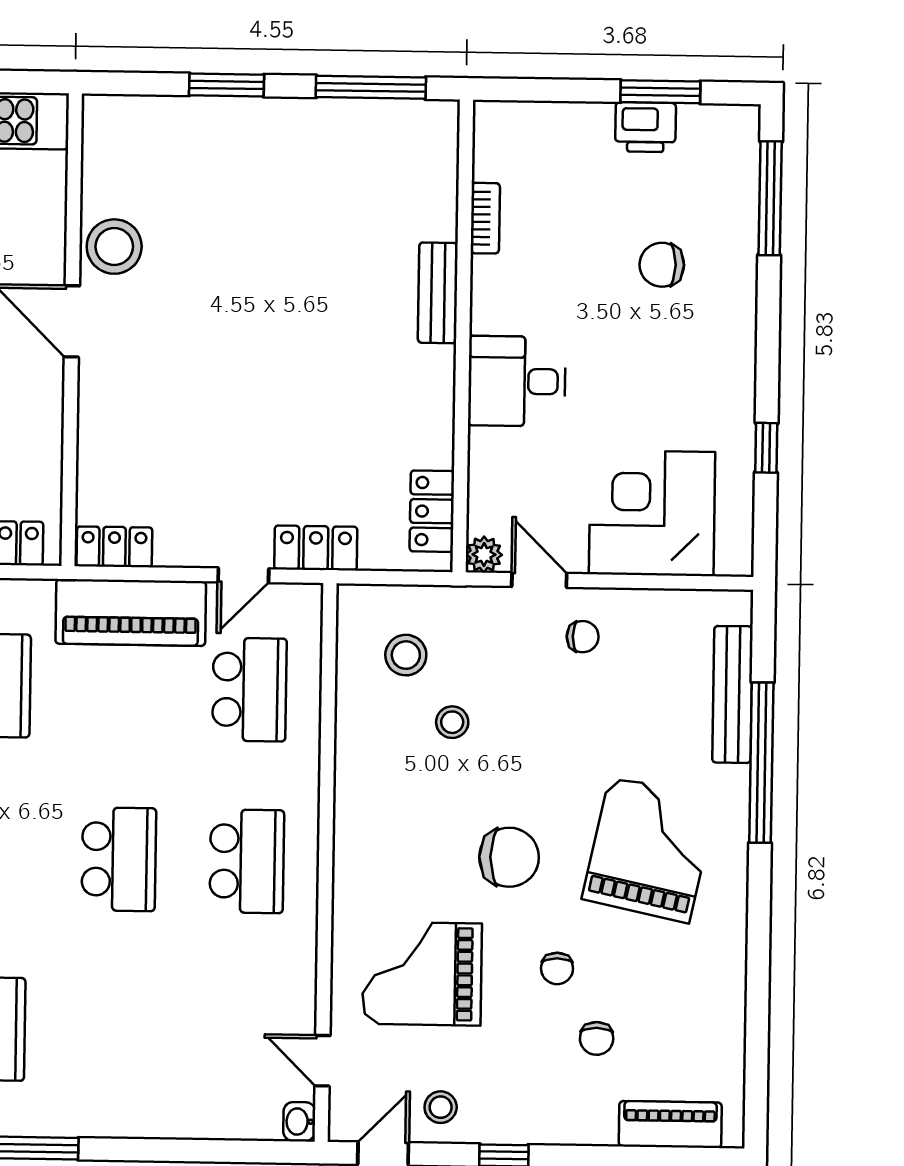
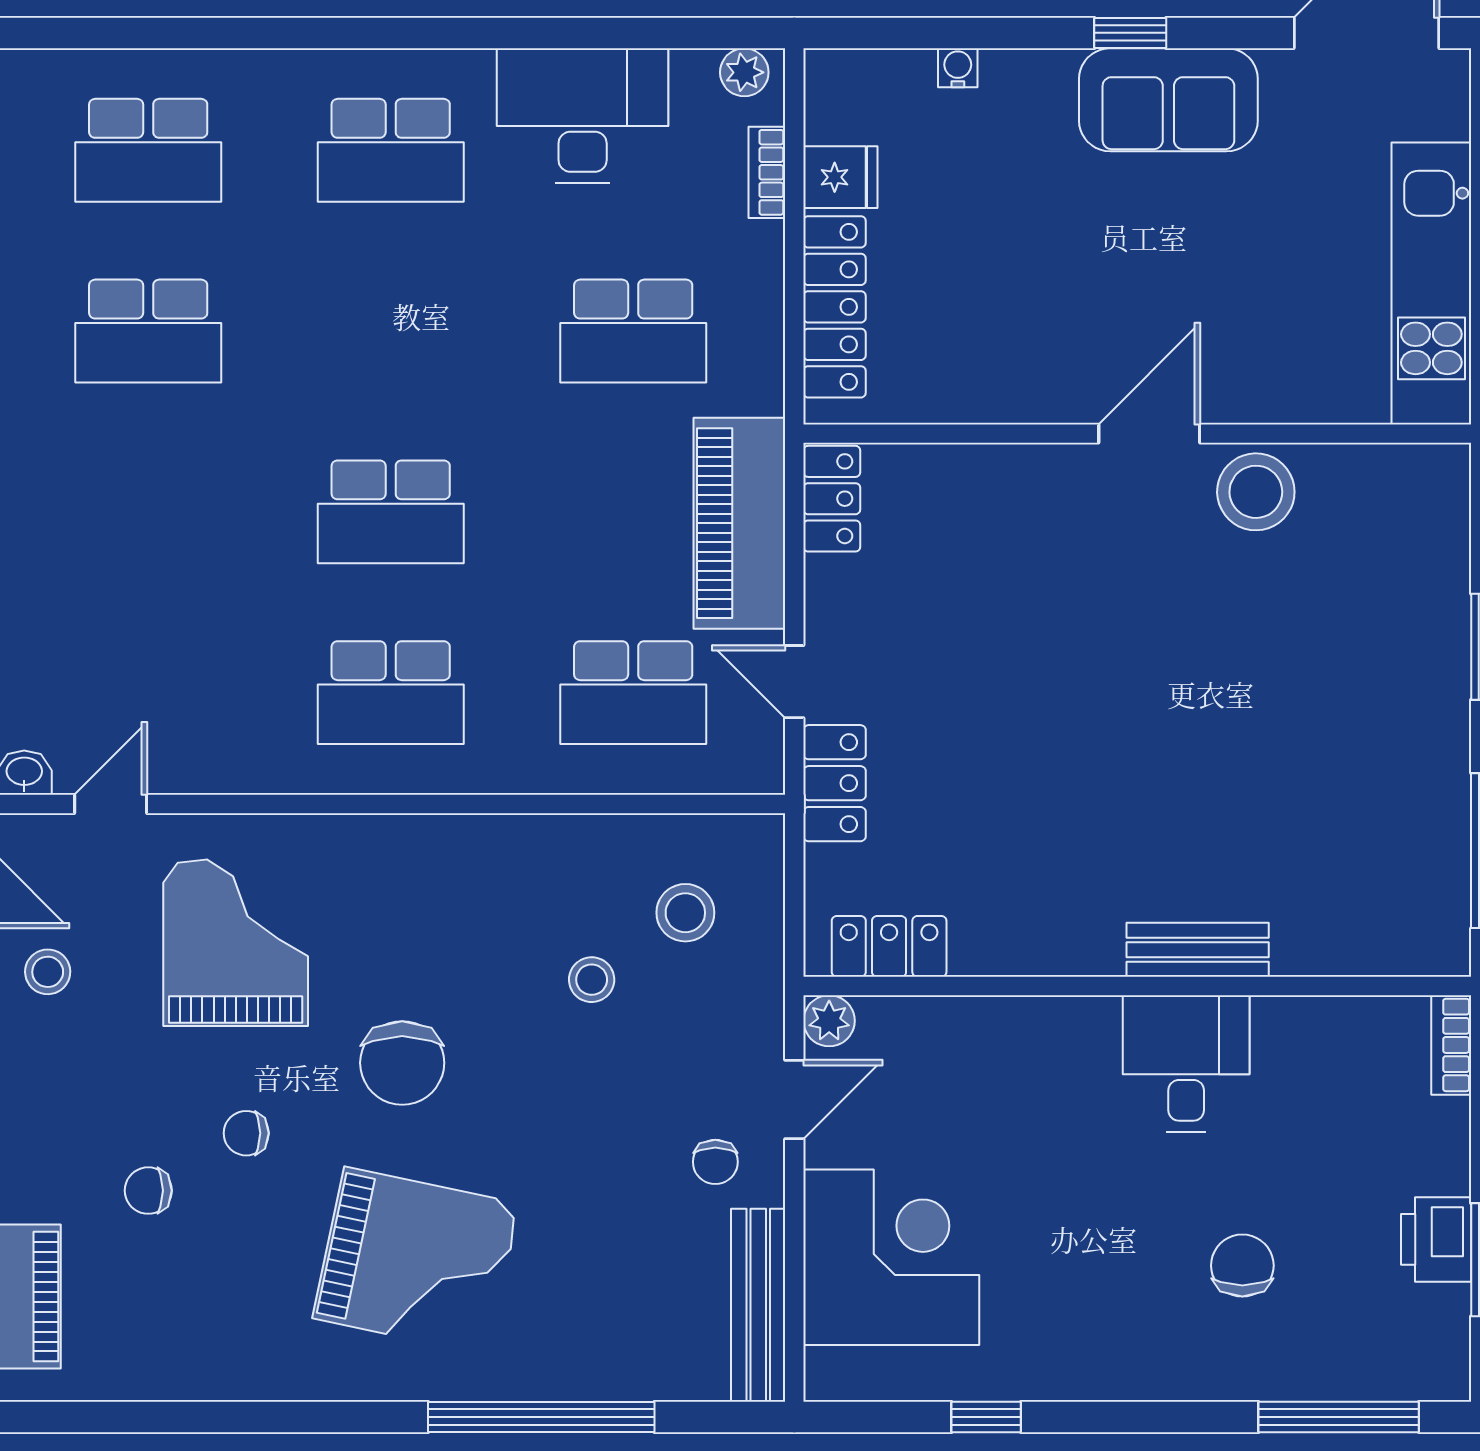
bookcase: (485, 218) -> (1451, 1045), moved, turned 90
desk: (517, 381) -> (1186, 1063), moved
bench: (732, 694) -> (758, 1305), moved, turned 90

